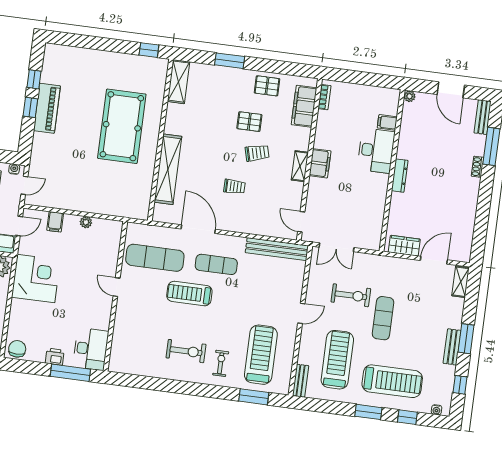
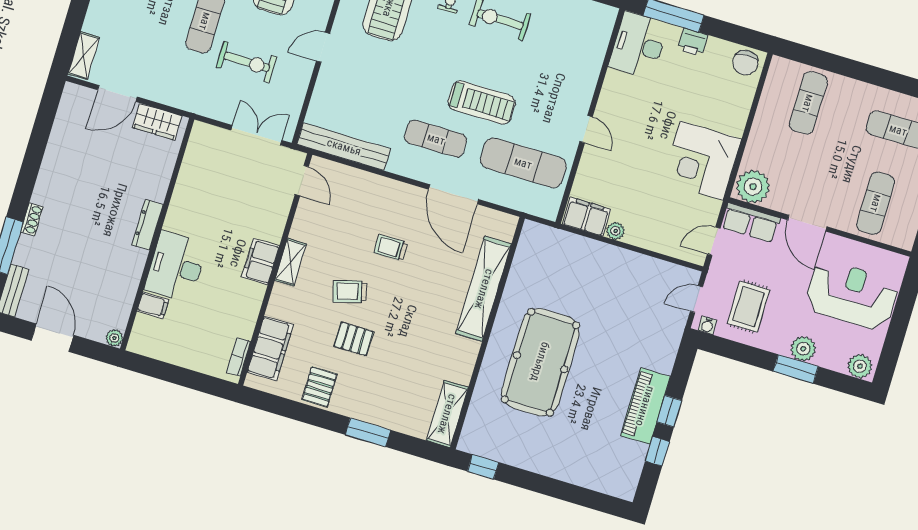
pallet: (267, 86) -> (319, 387), turned 90
filing cabinet: (55, 222) -> (587, 217), moved, width x2.00
exercise bike: (351, 295) -> (247, 62), turned 180

